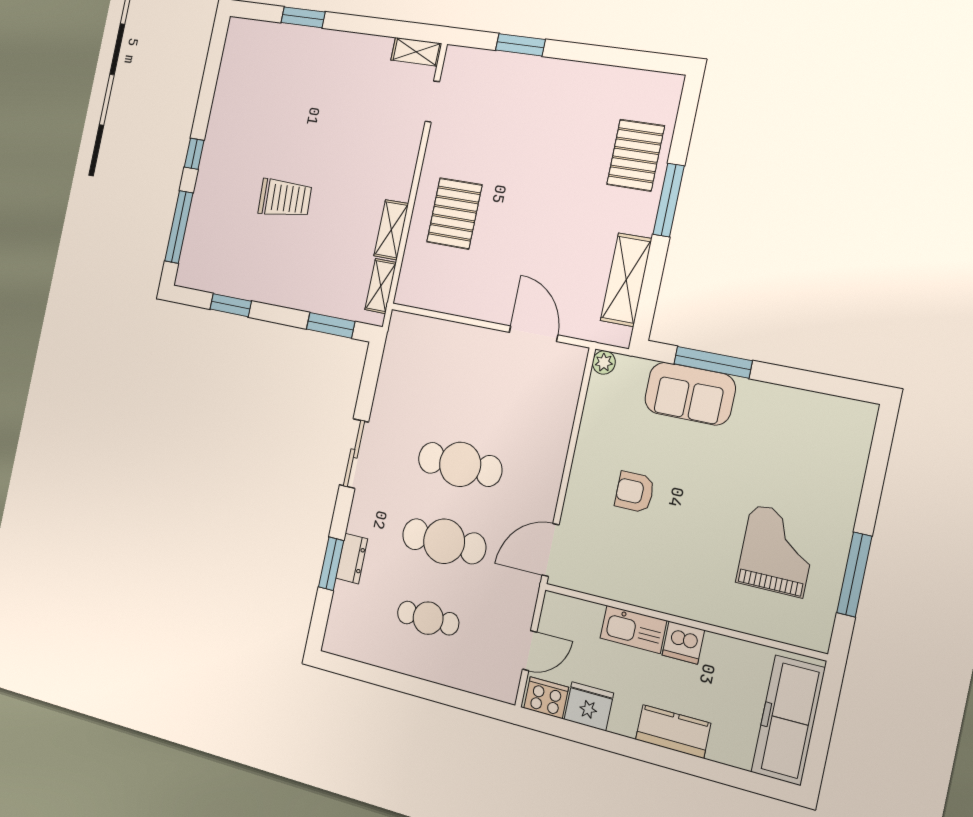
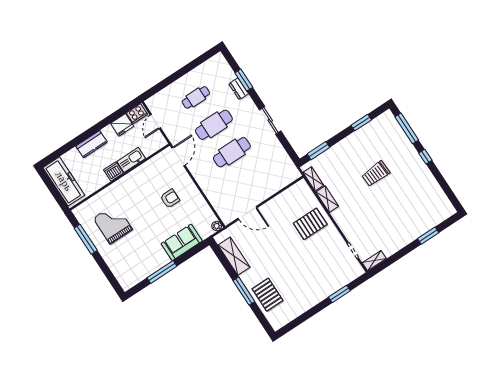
pallet: (454, 214) -> (310, 224), turned 90
window: (713, 362) -> (162, 272), moved
grand piano: (777, 551) -> (113, 224), turned 180

